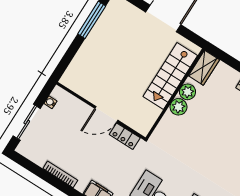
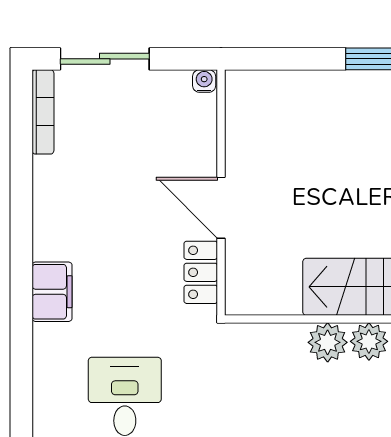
water cooler: (50, 102) -> (204, 81), moved
bookcase: (60, 174) -> (43, 112), moved

